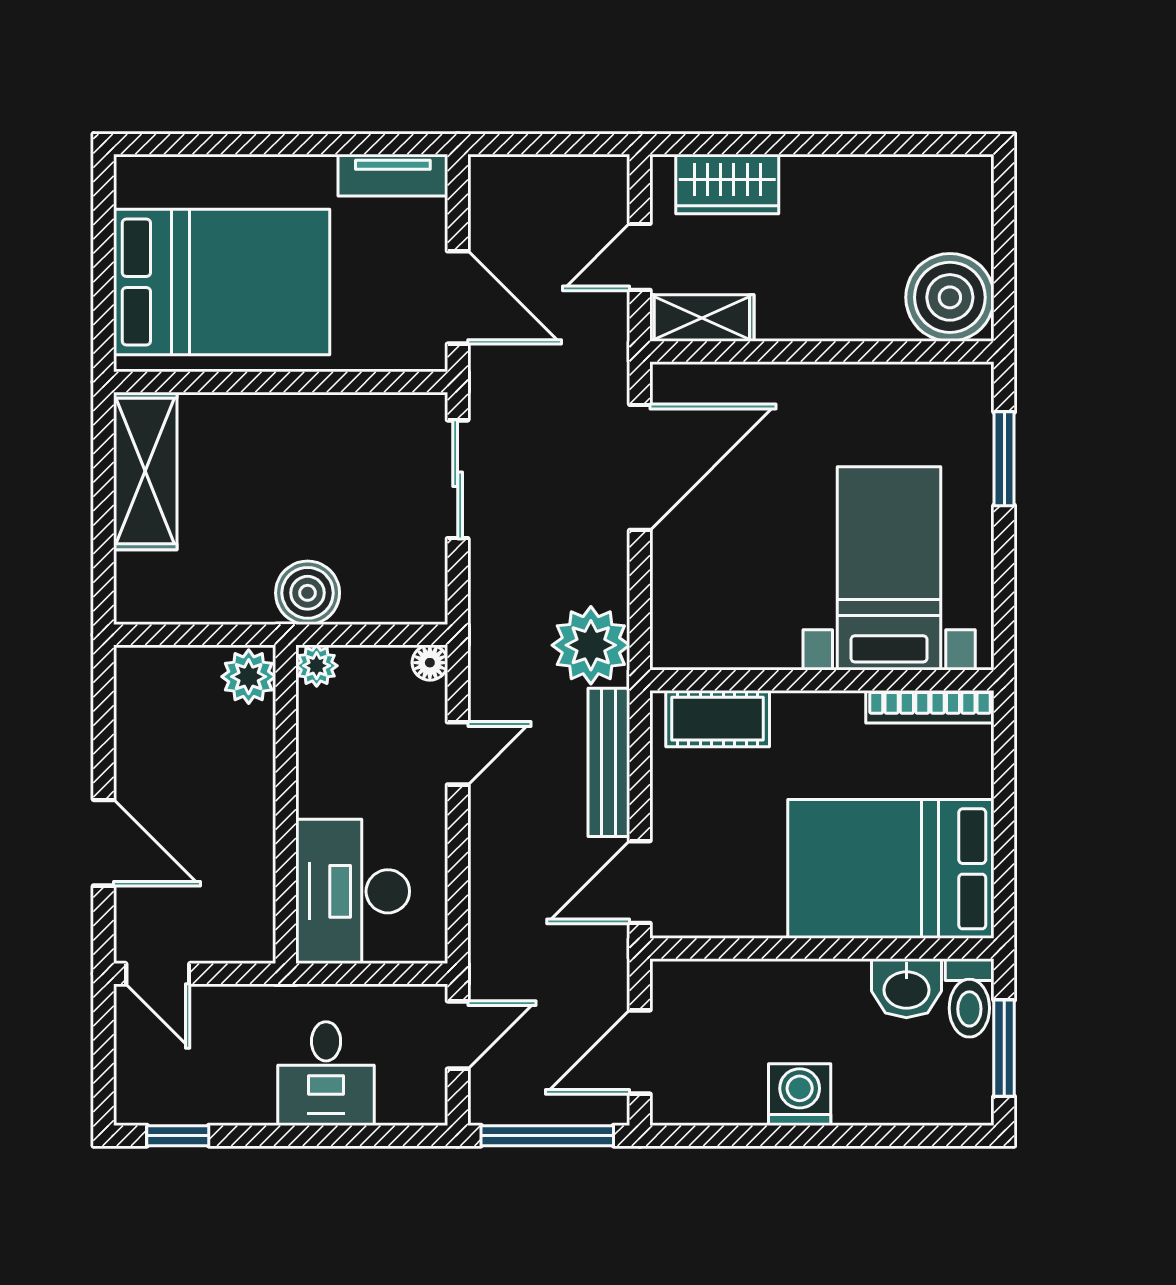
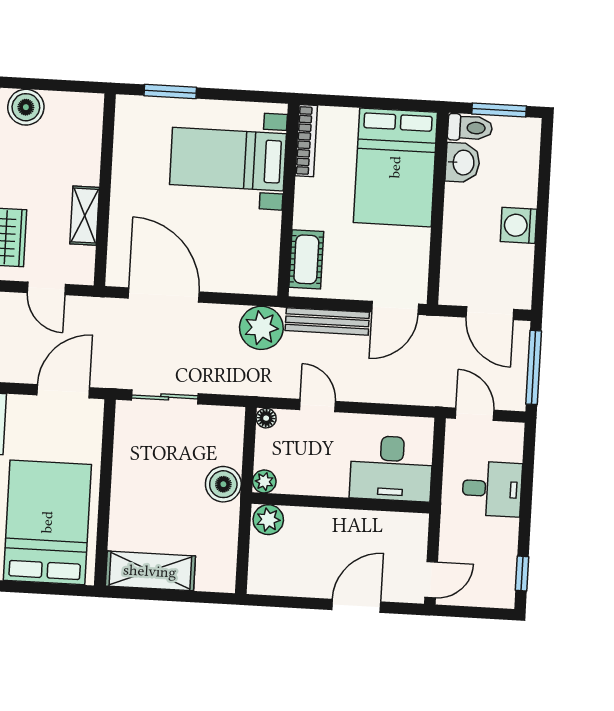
boiler: (950, 297) -> (26, 107), moved, width x0.73, depth x0.73
shelving: (702, 318) -> (85, 216), moved
door: (640, 882) -> (395, 308), hinge flipped

